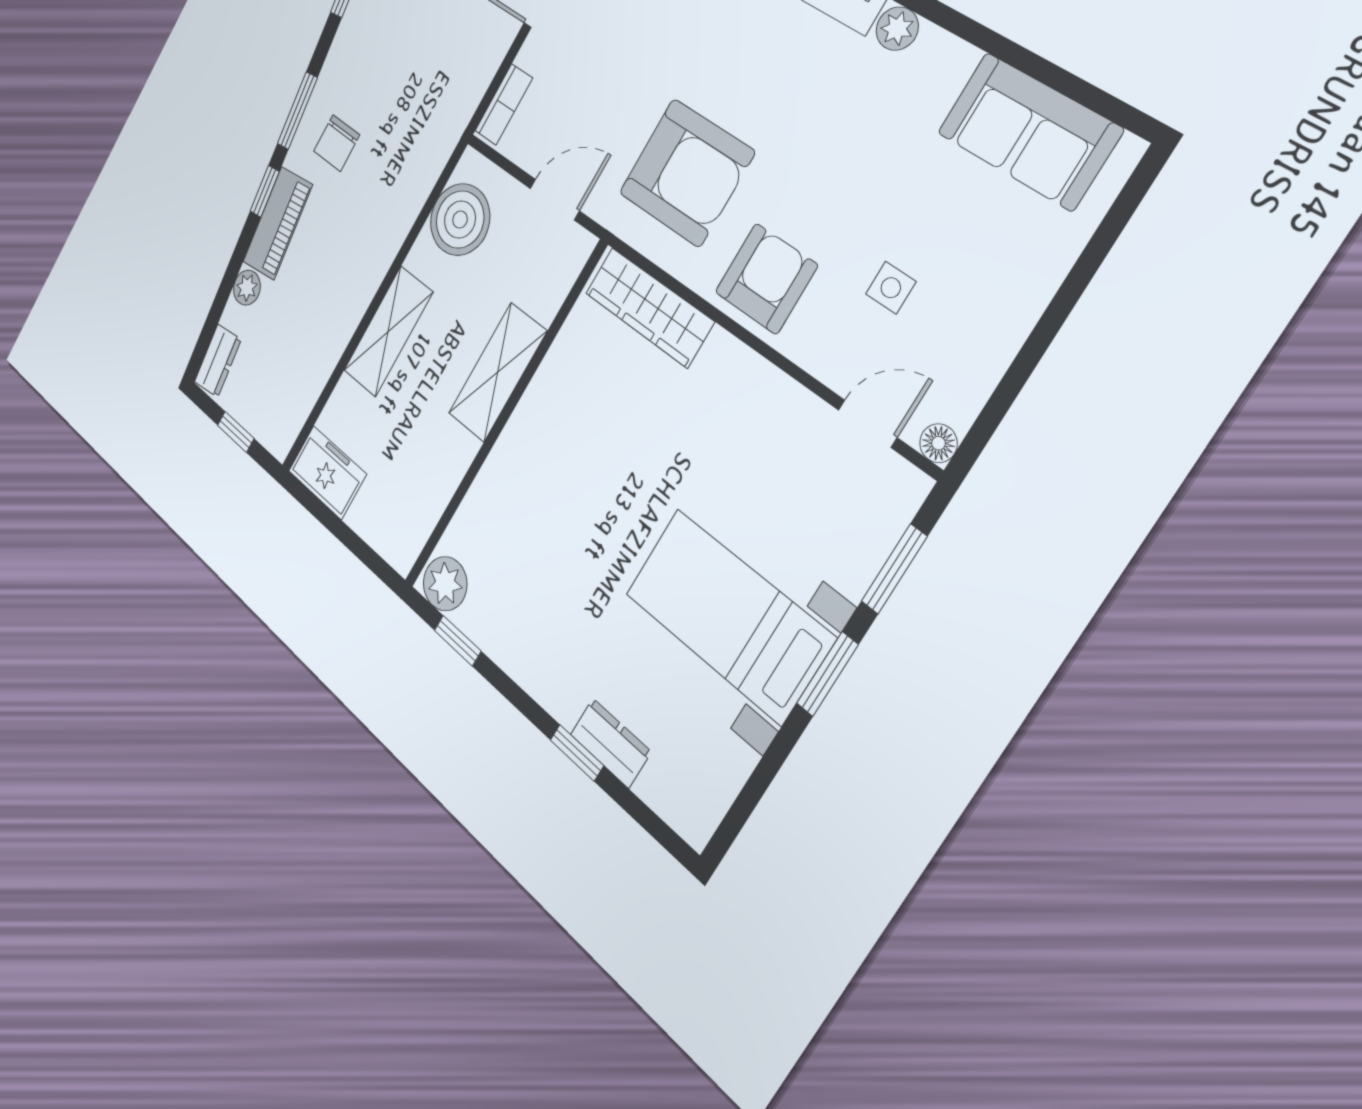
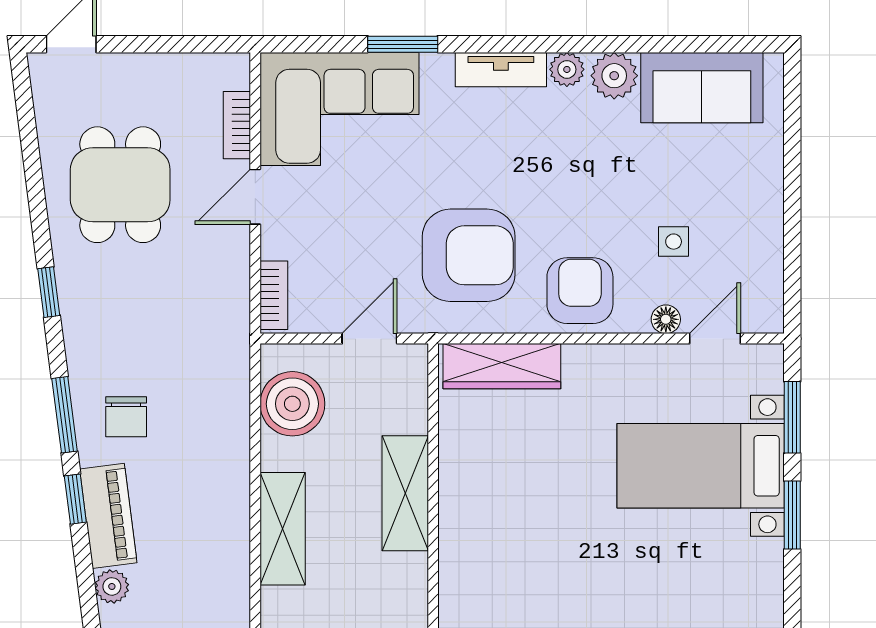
plant: (942, 63) -> (614, 76), added
floor lamp: (939, 443) -> (666, 319), moved
bed with nightstands: (728, 615) -> (701, 466), moved

